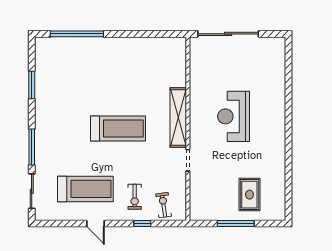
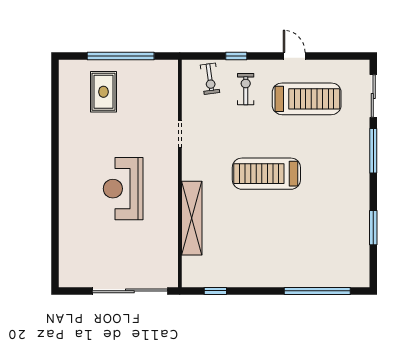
window: (159, 34) -> (215, 291), added
reception desk: (234, 116) -> (123, 189), turned 180
shelving: (178, 117) -> (192, 218), moved
treadmill: (85, 189) -> (307, 99), turned 180
window: (236, 223) -> (121, 56), width x1.46

